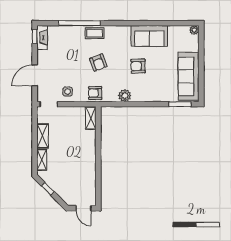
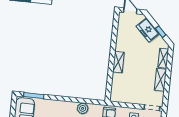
shelving: (91, 118) -> (118, 62), moved
freezer: (62, 189) -> (148, 30), added

